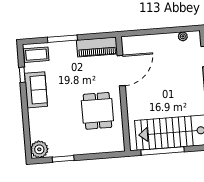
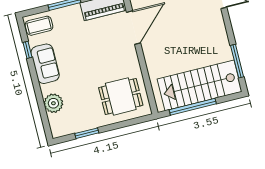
dining table: (97, 111) -> (121, 96), moved, turned 90
plant: (39, 149) -> (53, 103), moved

